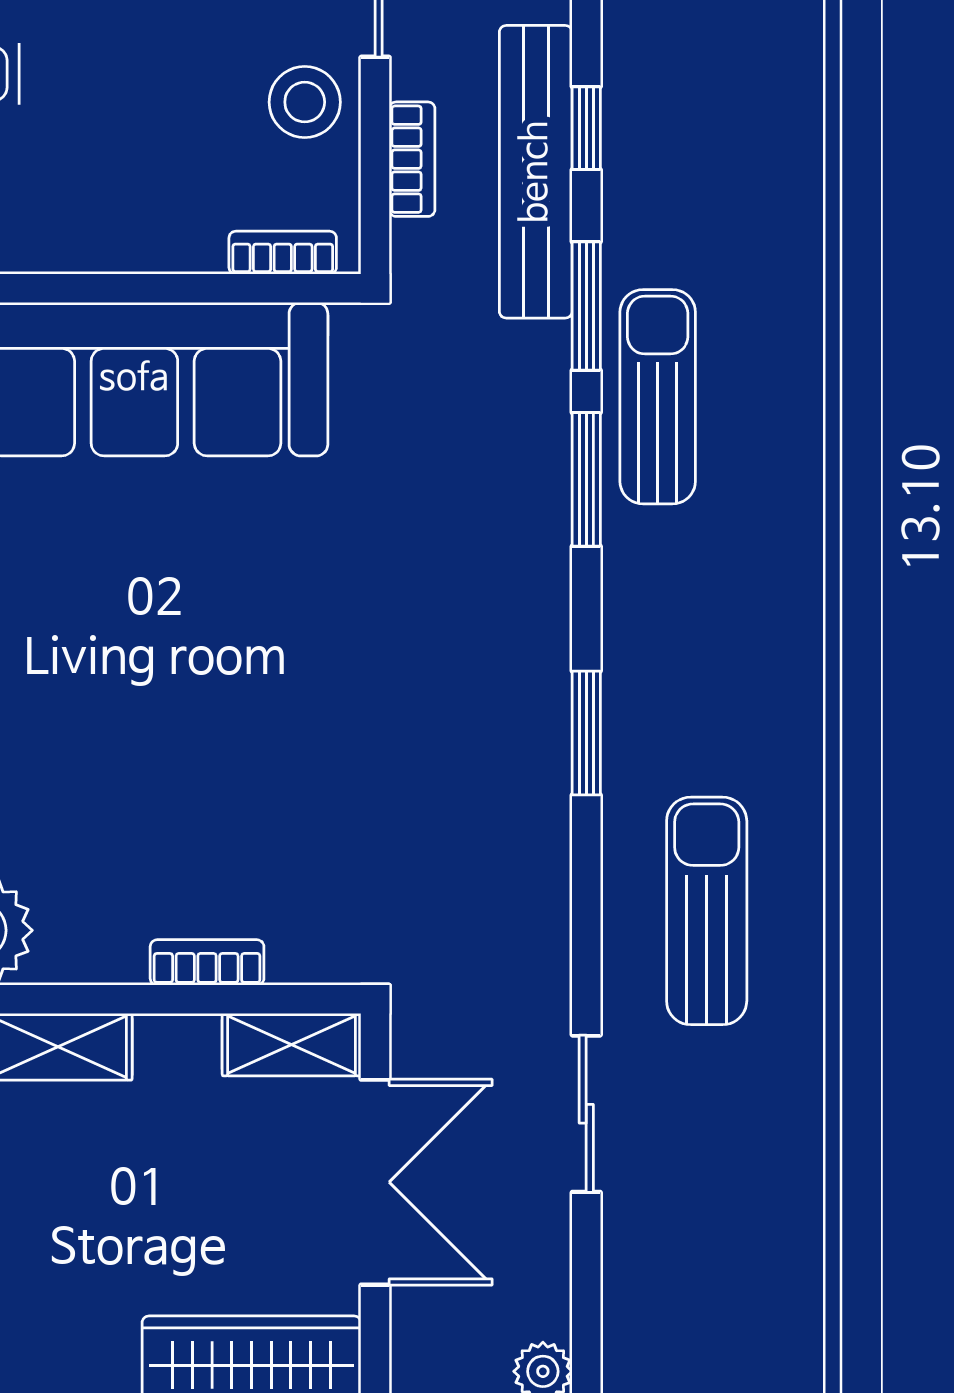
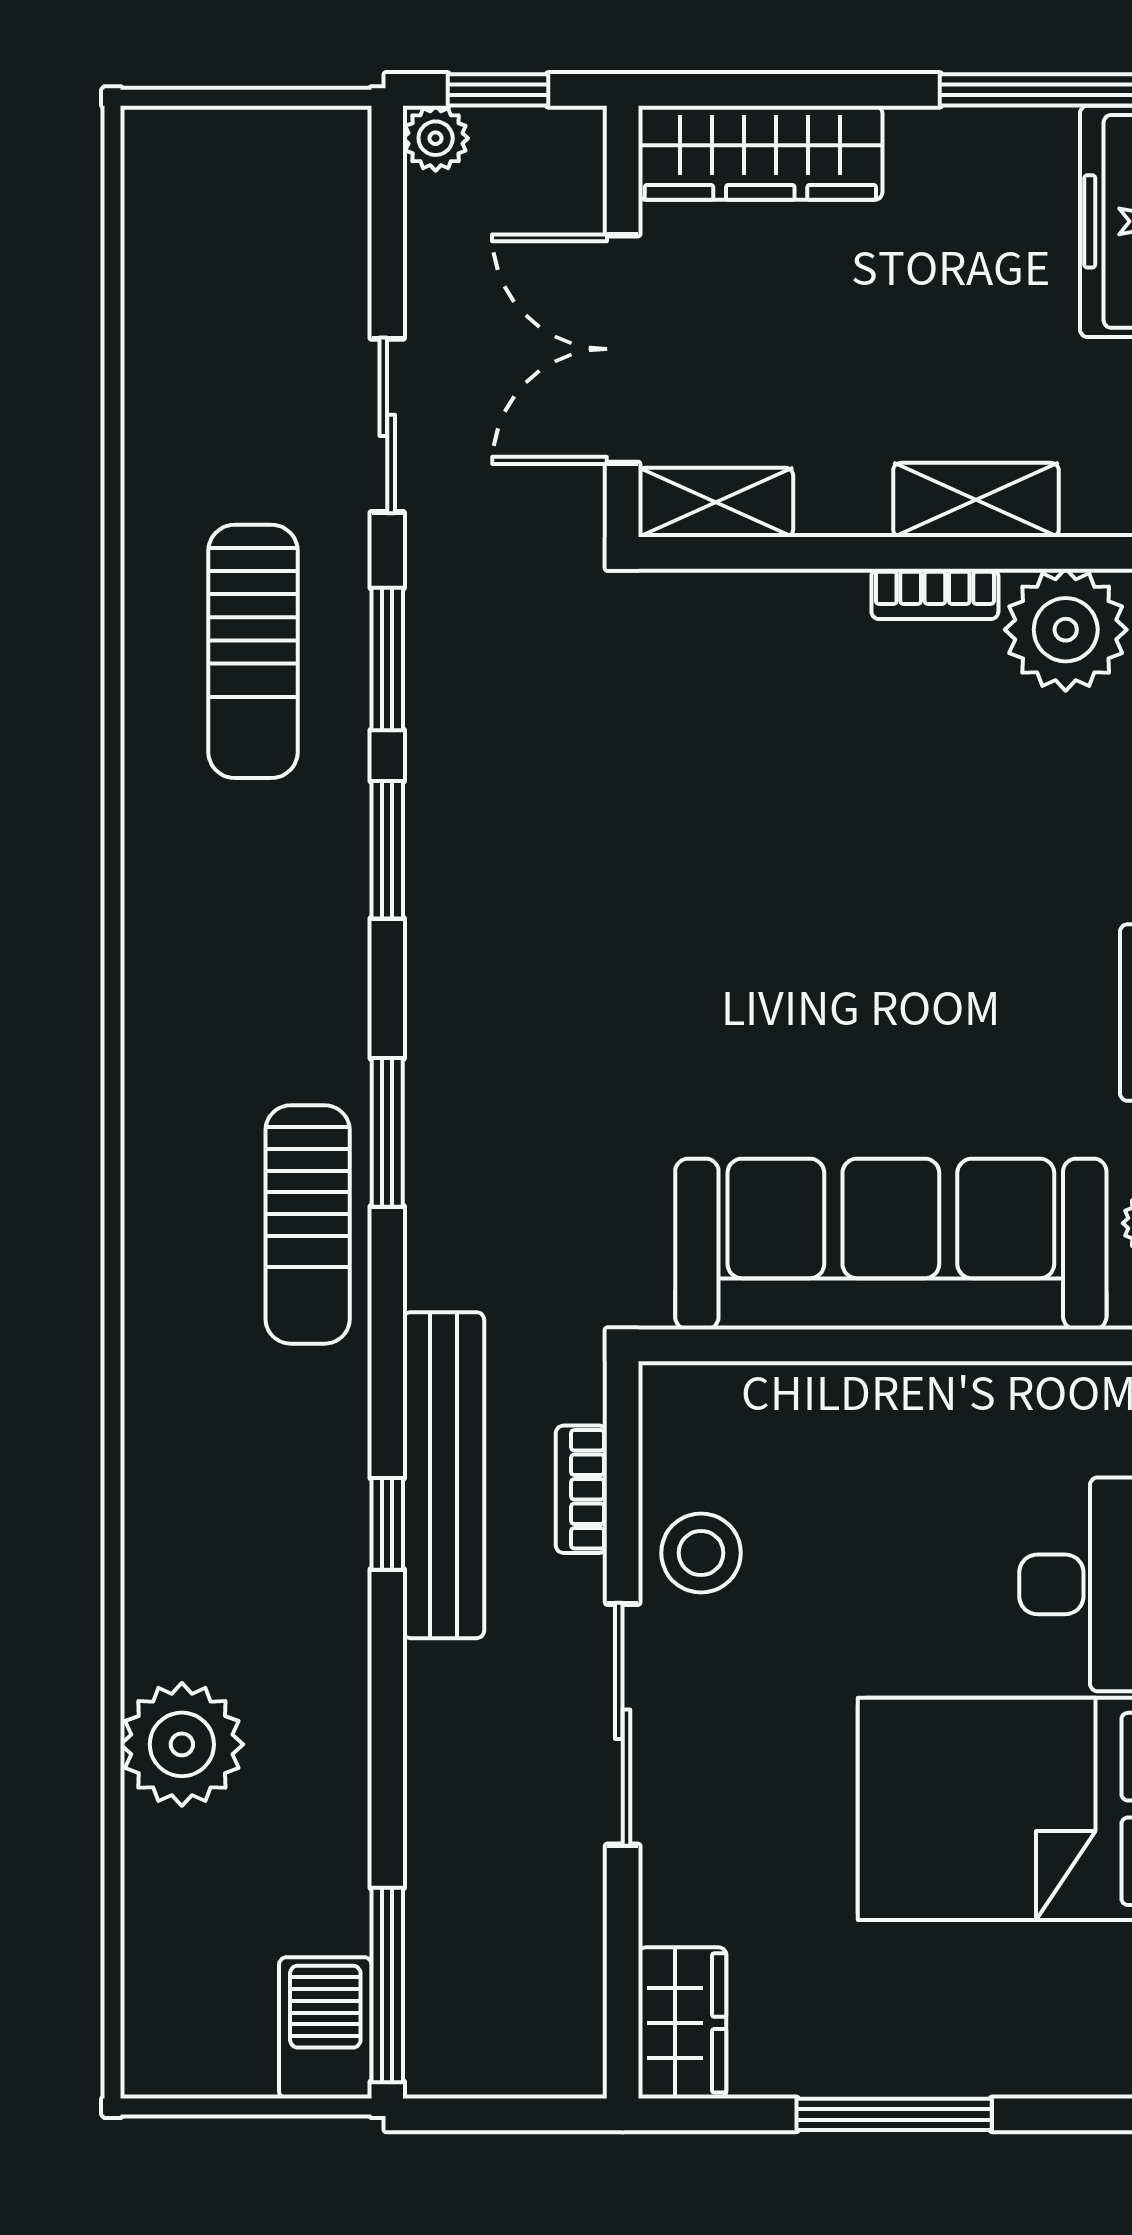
bookcase: (283, 253) -> (726, 1385), removed
window: (586, 306) -> (387, 659), moved
bookcase: (207, 962) -> (935, 594), moved

